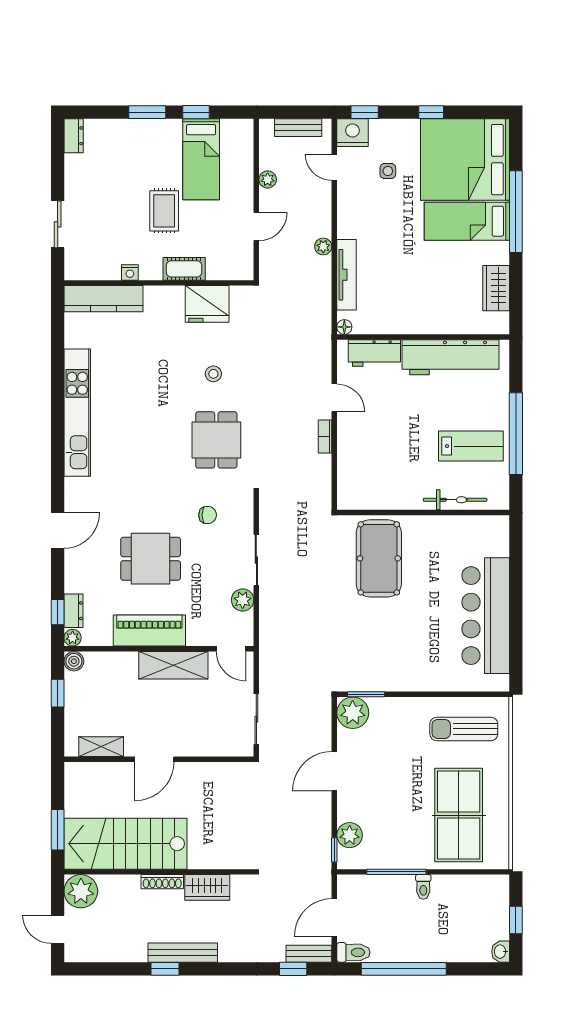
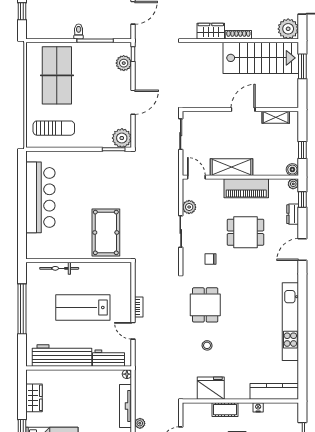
lab bench: (471, 446) -> (83, 307), moved, width x1.36, depth x1.39
dresser: (74, 611) -> (293, 214), moved

